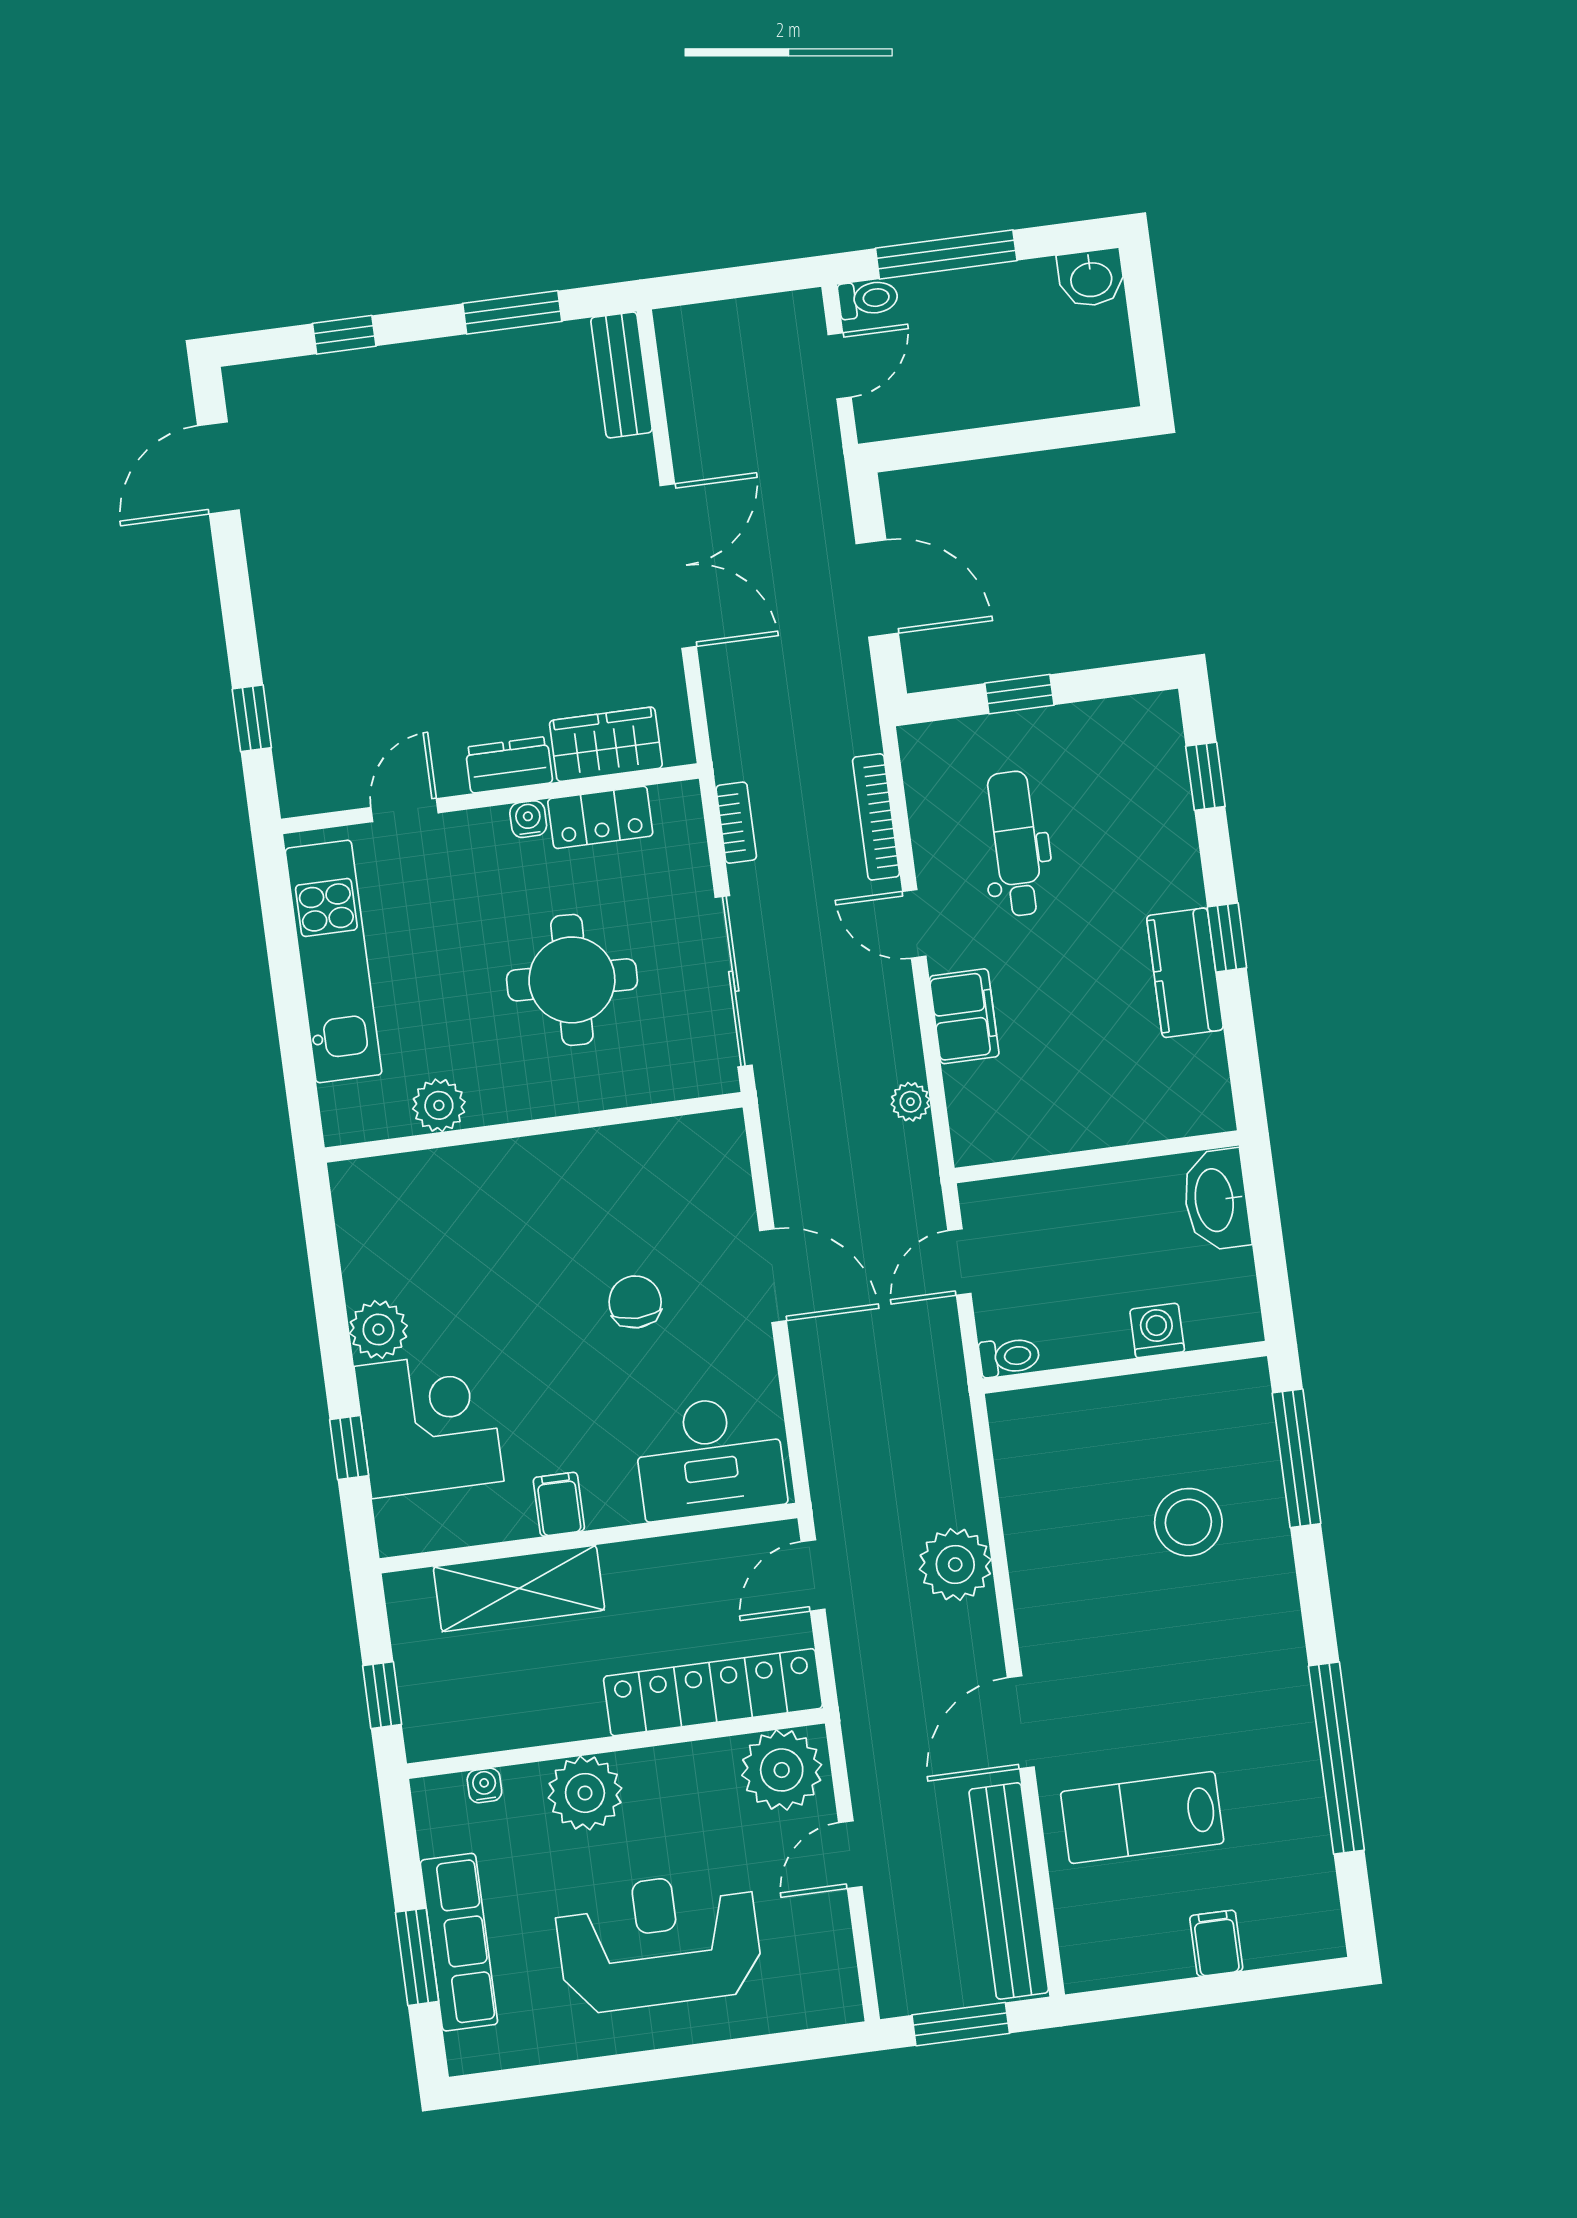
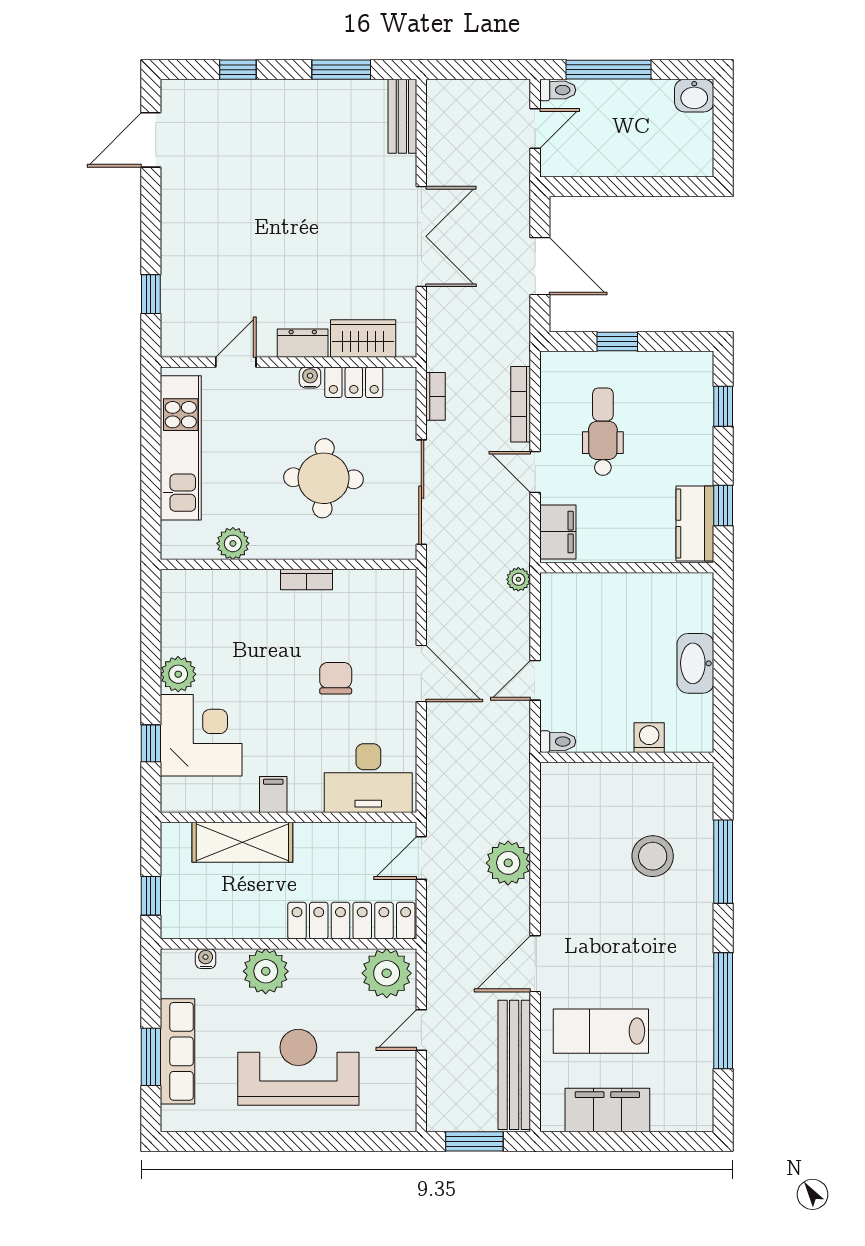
bookcase: (566, 1148) -> (306, 580), added
wall: (1097, 1157) -> (627, 568), moved
window: (1296, 1458) -> (723, 862), moved
filing cabinet: (1216, 1943) -> (607, 1110), width x3.00, depth x1.17

